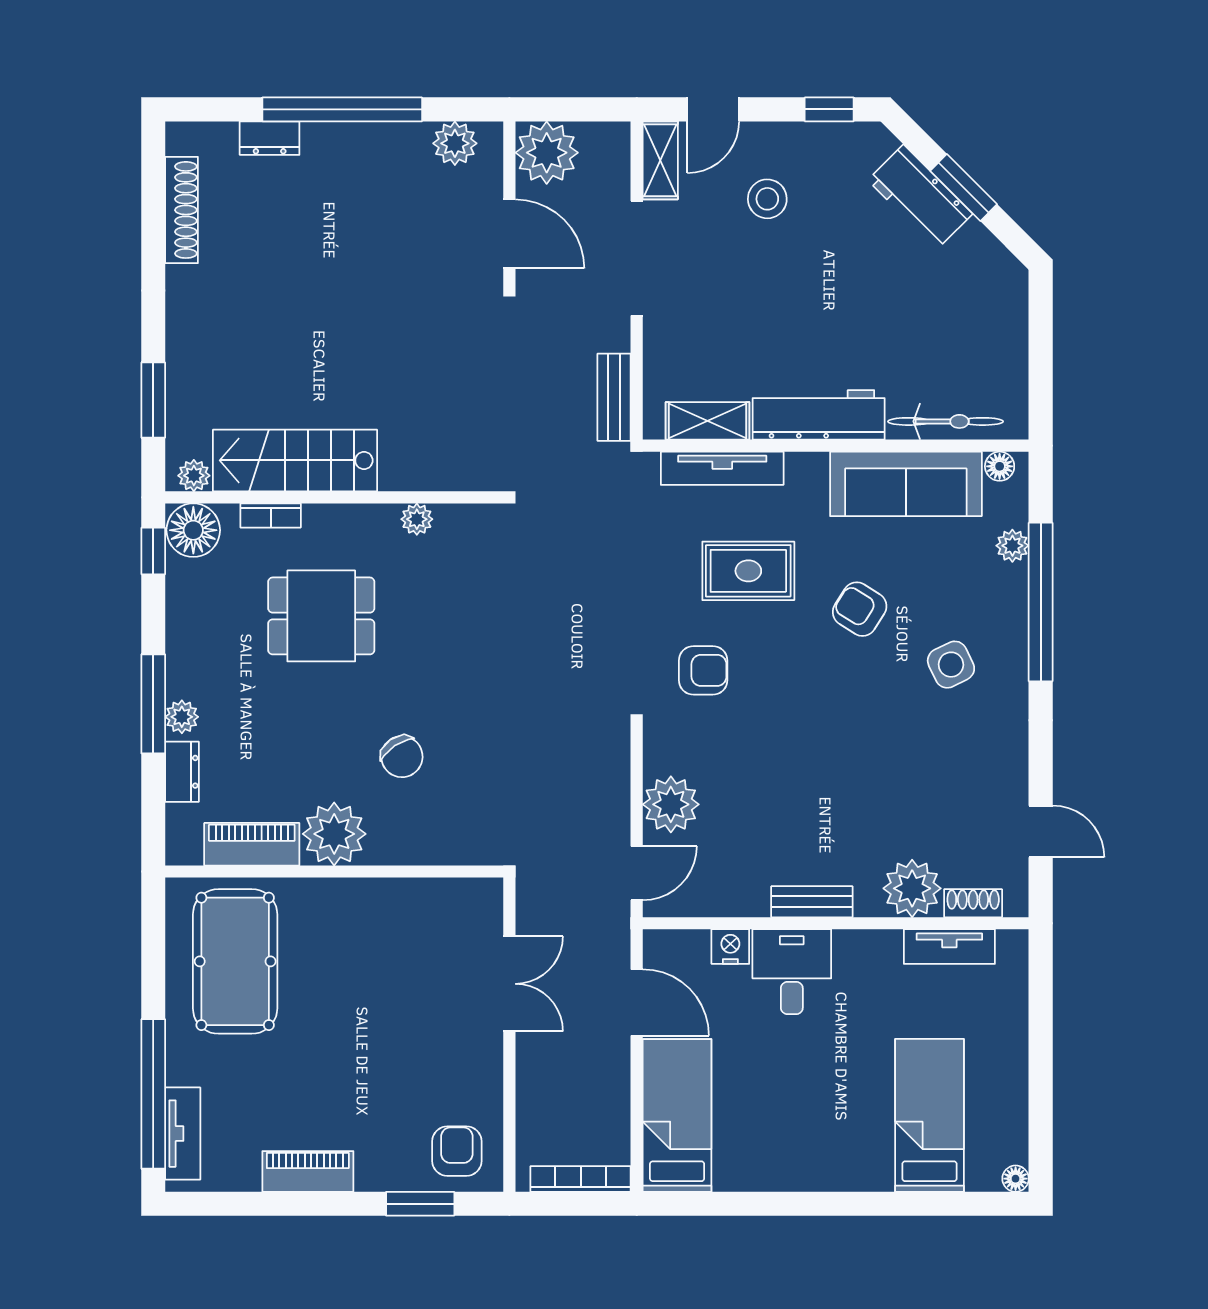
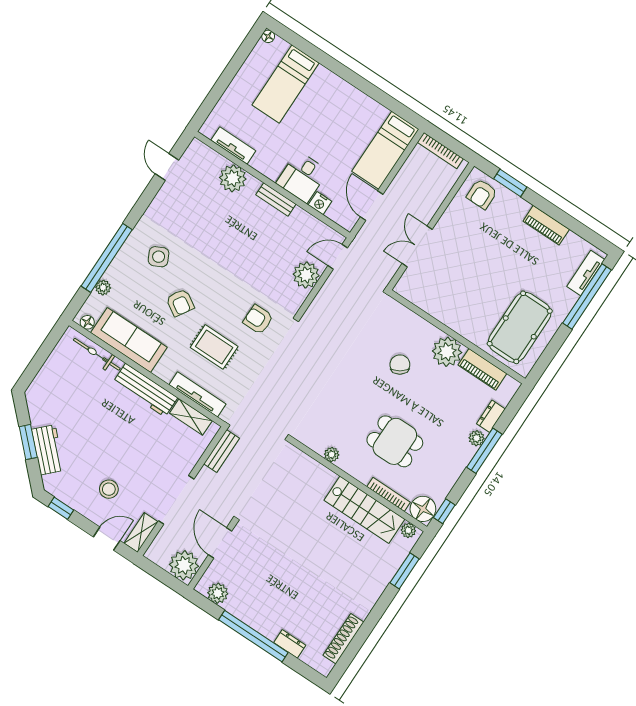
bookcase: (271, 516) -> (389, 494), width x1.56
shoe rack: (973, 903) -> (213, 156), removed

